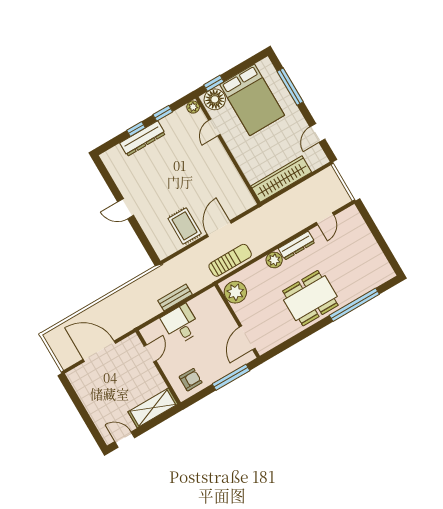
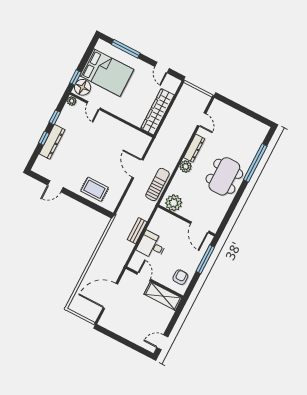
door: (126, 209) -> (55, 186), moved
rug: (185, 226) -> (94, 189), moved
shelving: (153, 408) -> (163, 296), moved, turned 90

